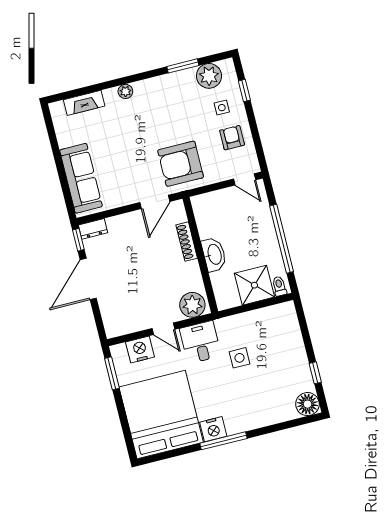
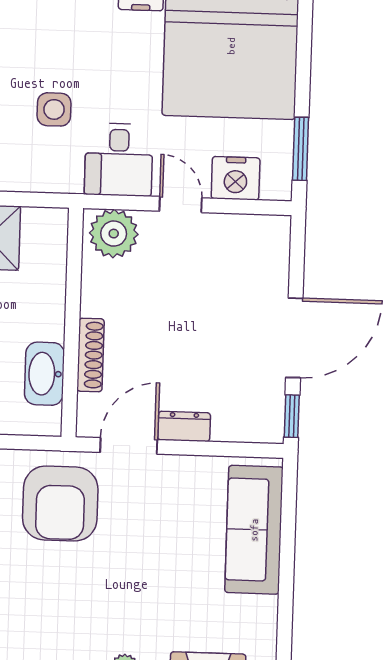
armchair: (181, 164) -> (60, 503), turned 90
dresser: (93, 229) -> (184, 426), moved
washbasin: (214, 254) -> (44, 374), moved

